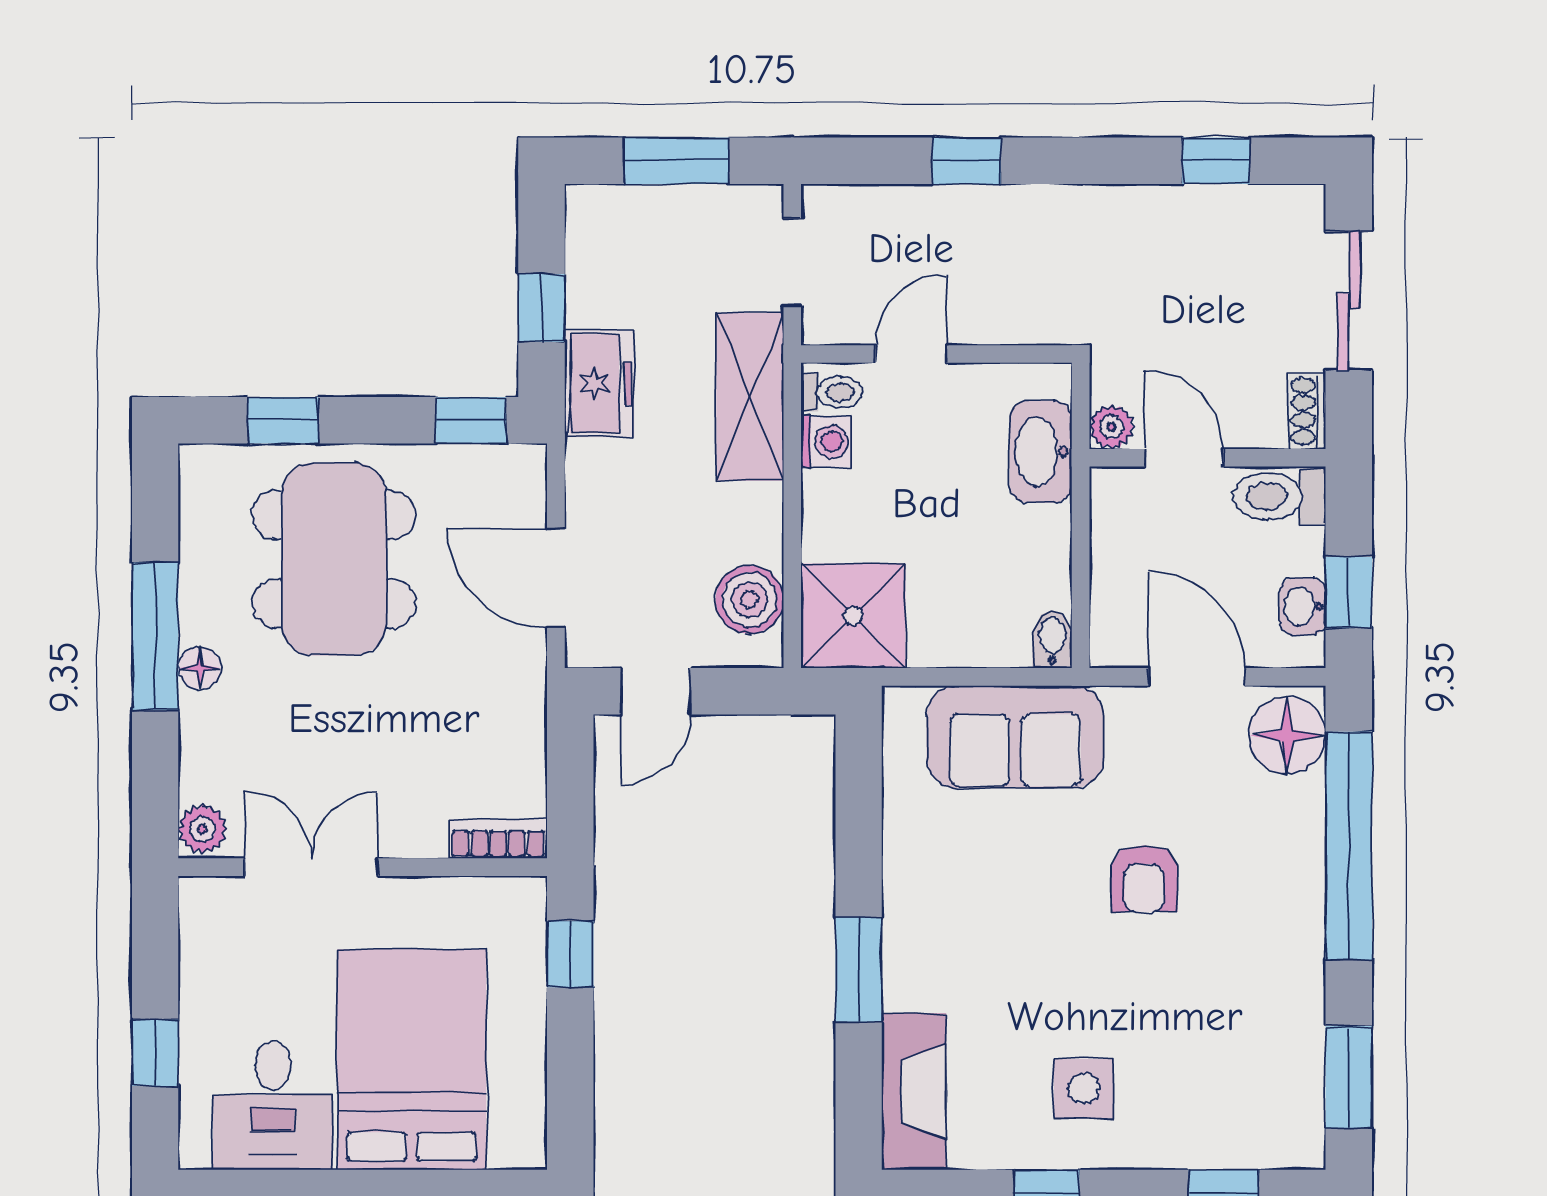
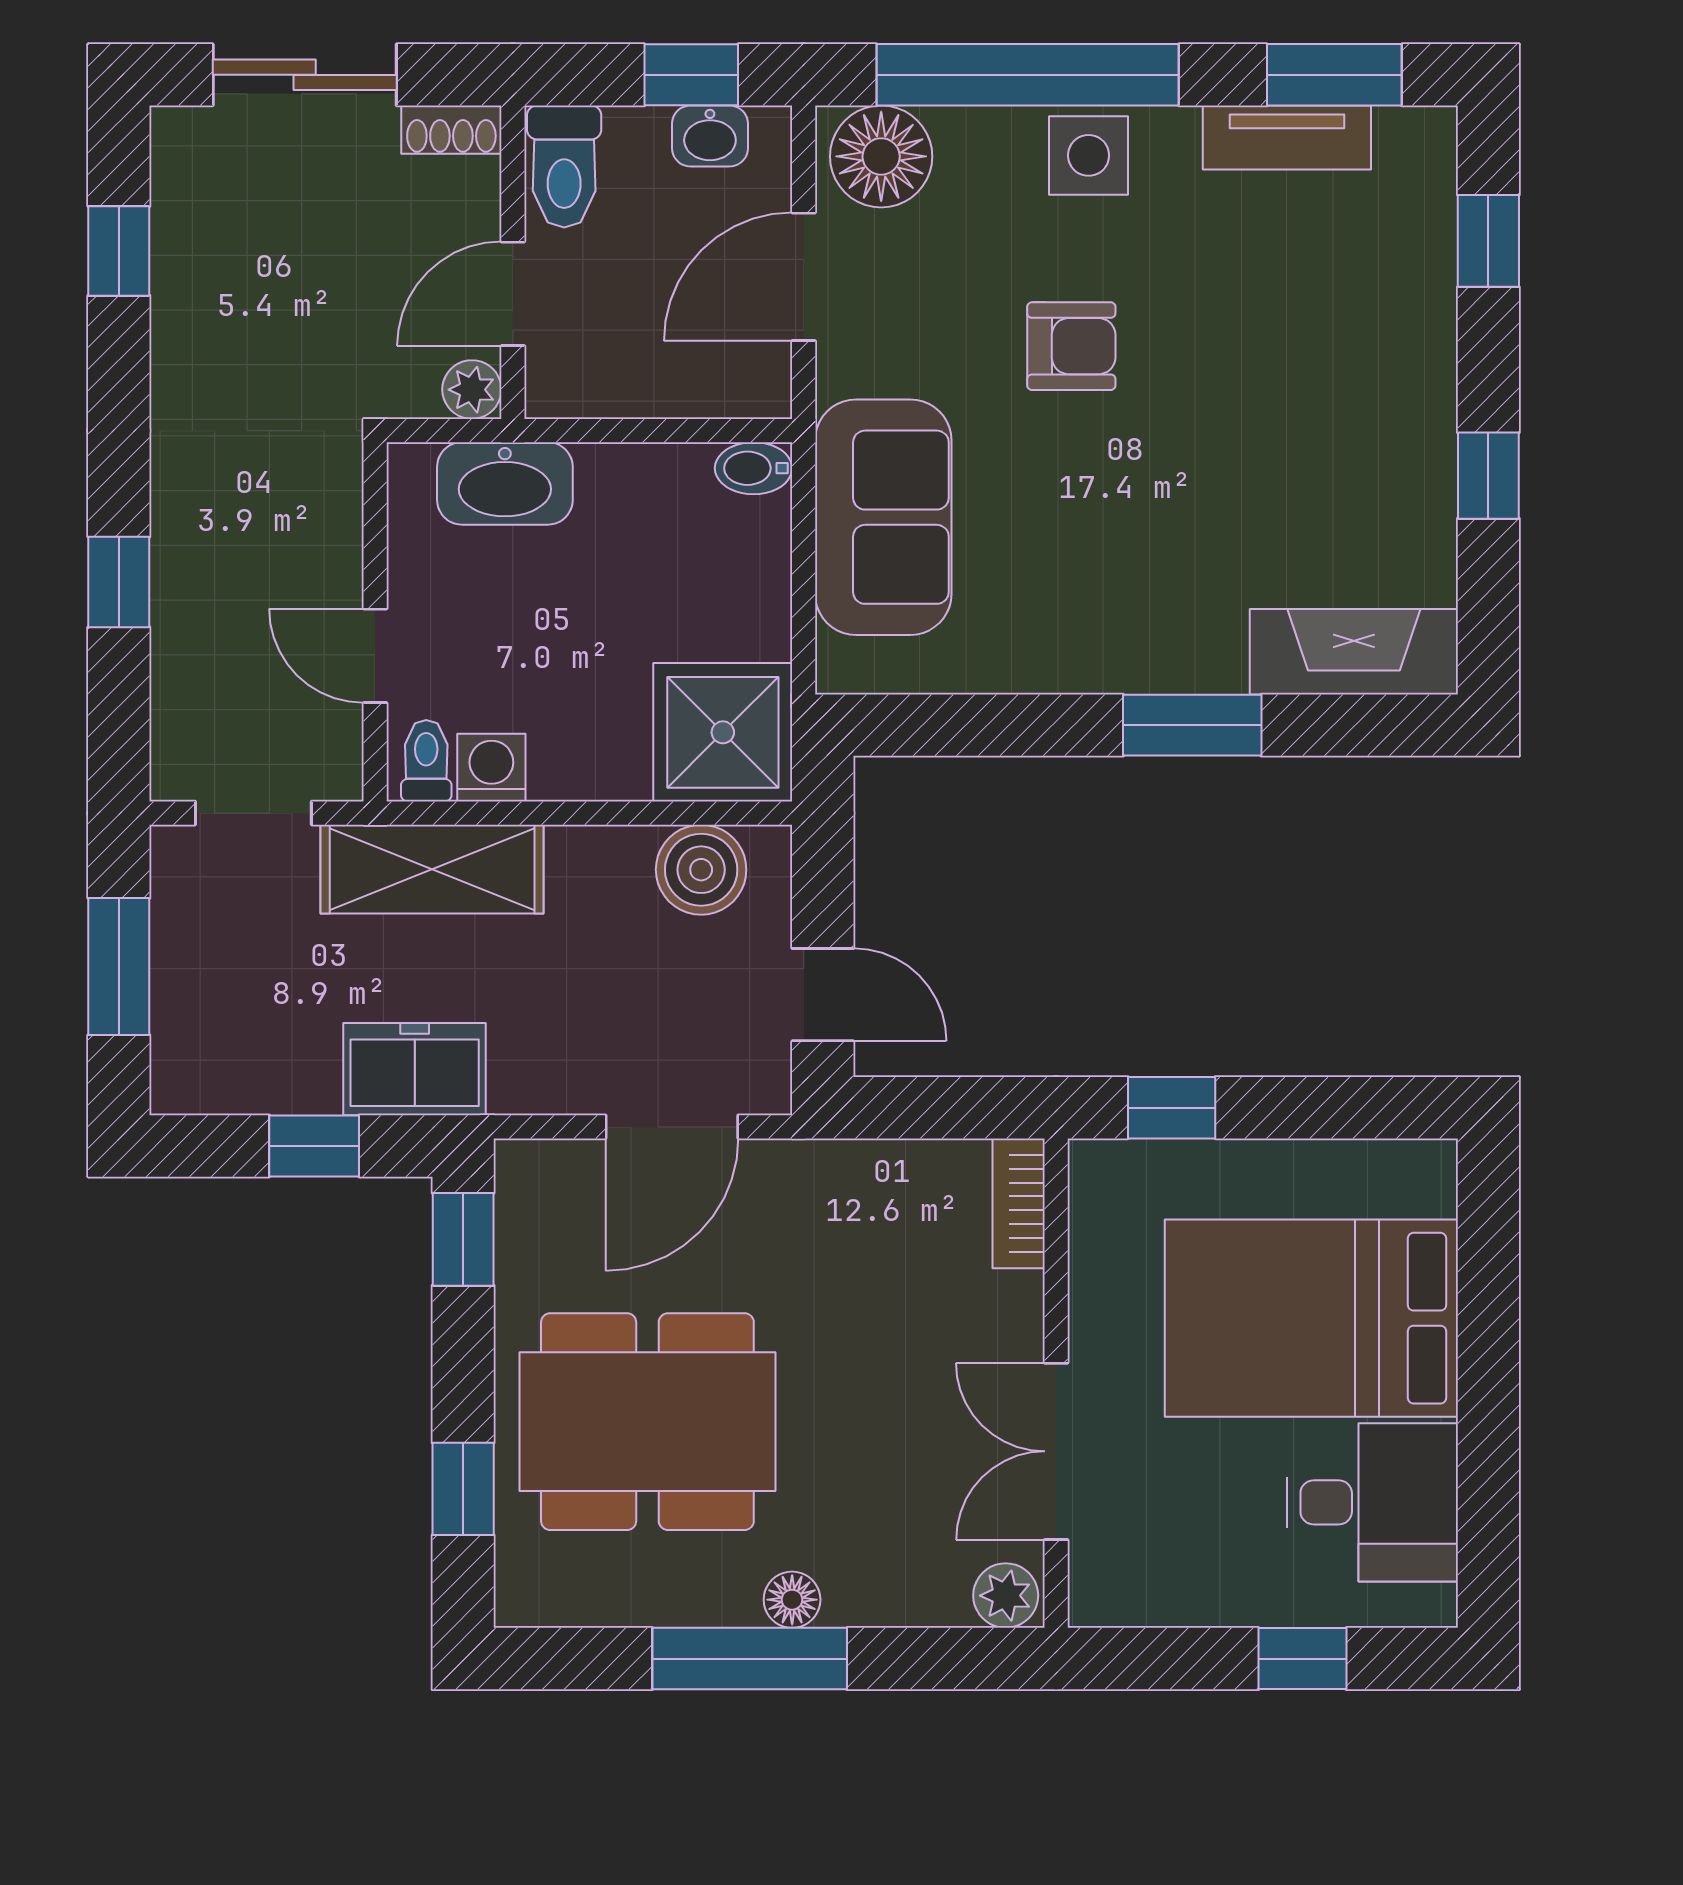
tv unit: (1302, 1041) -> (1287, 137), added
side table: (1084, 1089) -> (1089, 155), moved

